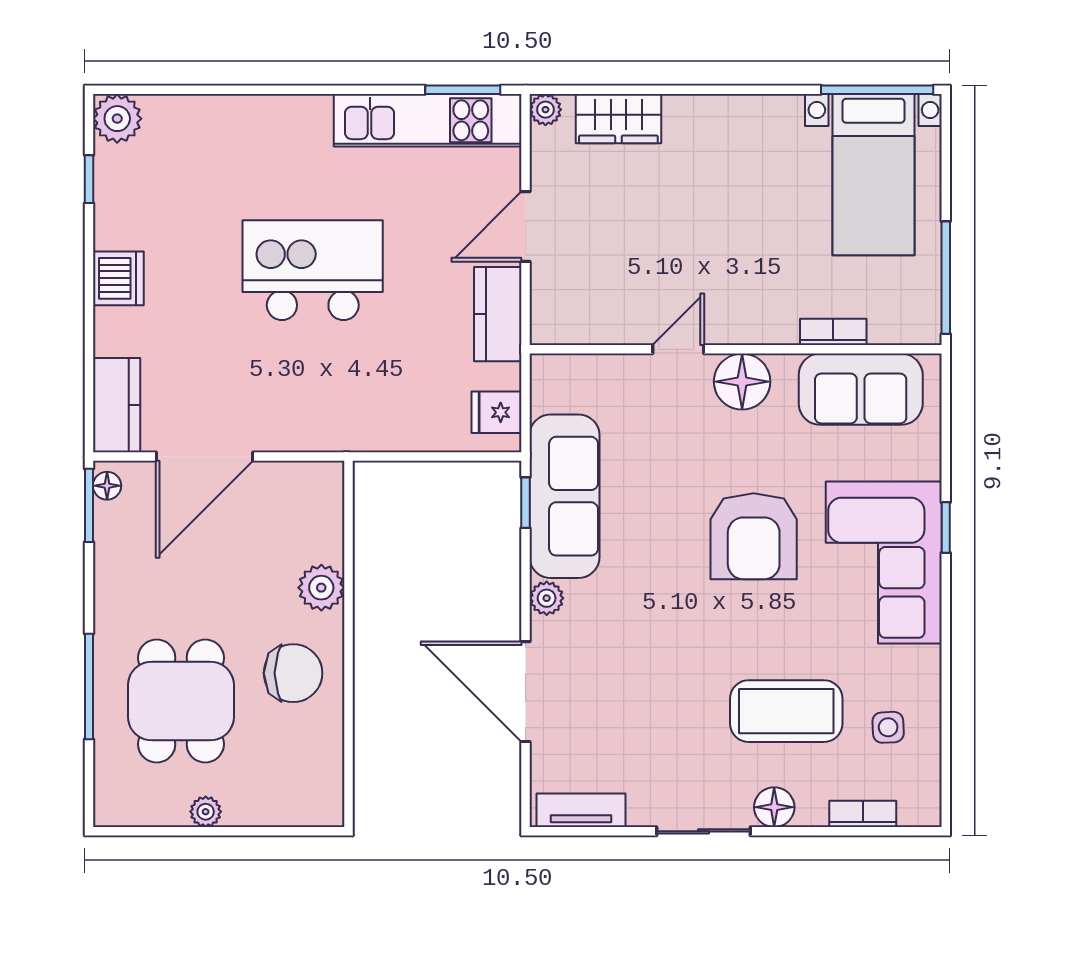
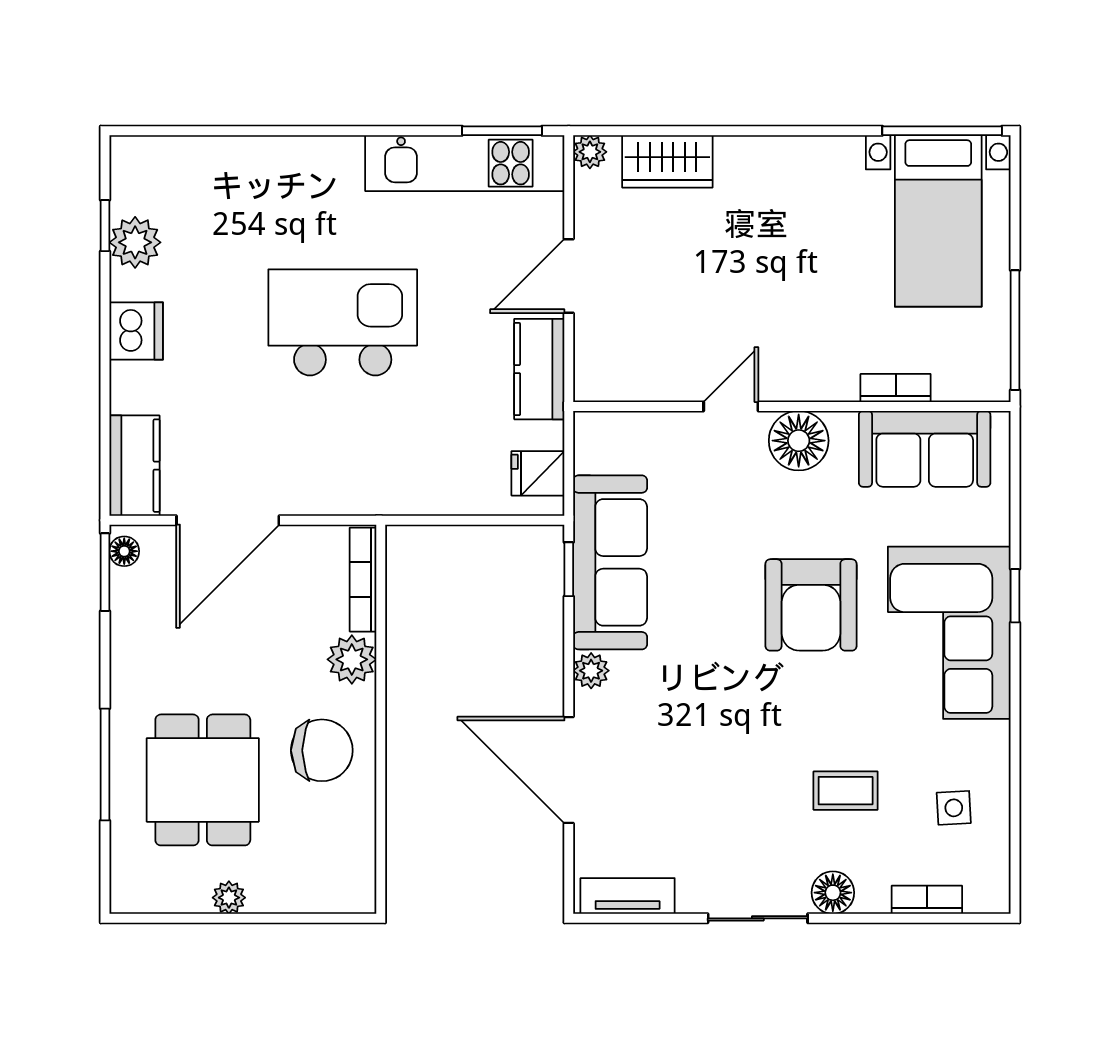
plant: (117, 119) -> (135, 242), moved
bookcase: (332, 512) -> (363, 580), added
coffee table: (786, 711) -> (846, 791), width x0.54, depth x0.58

